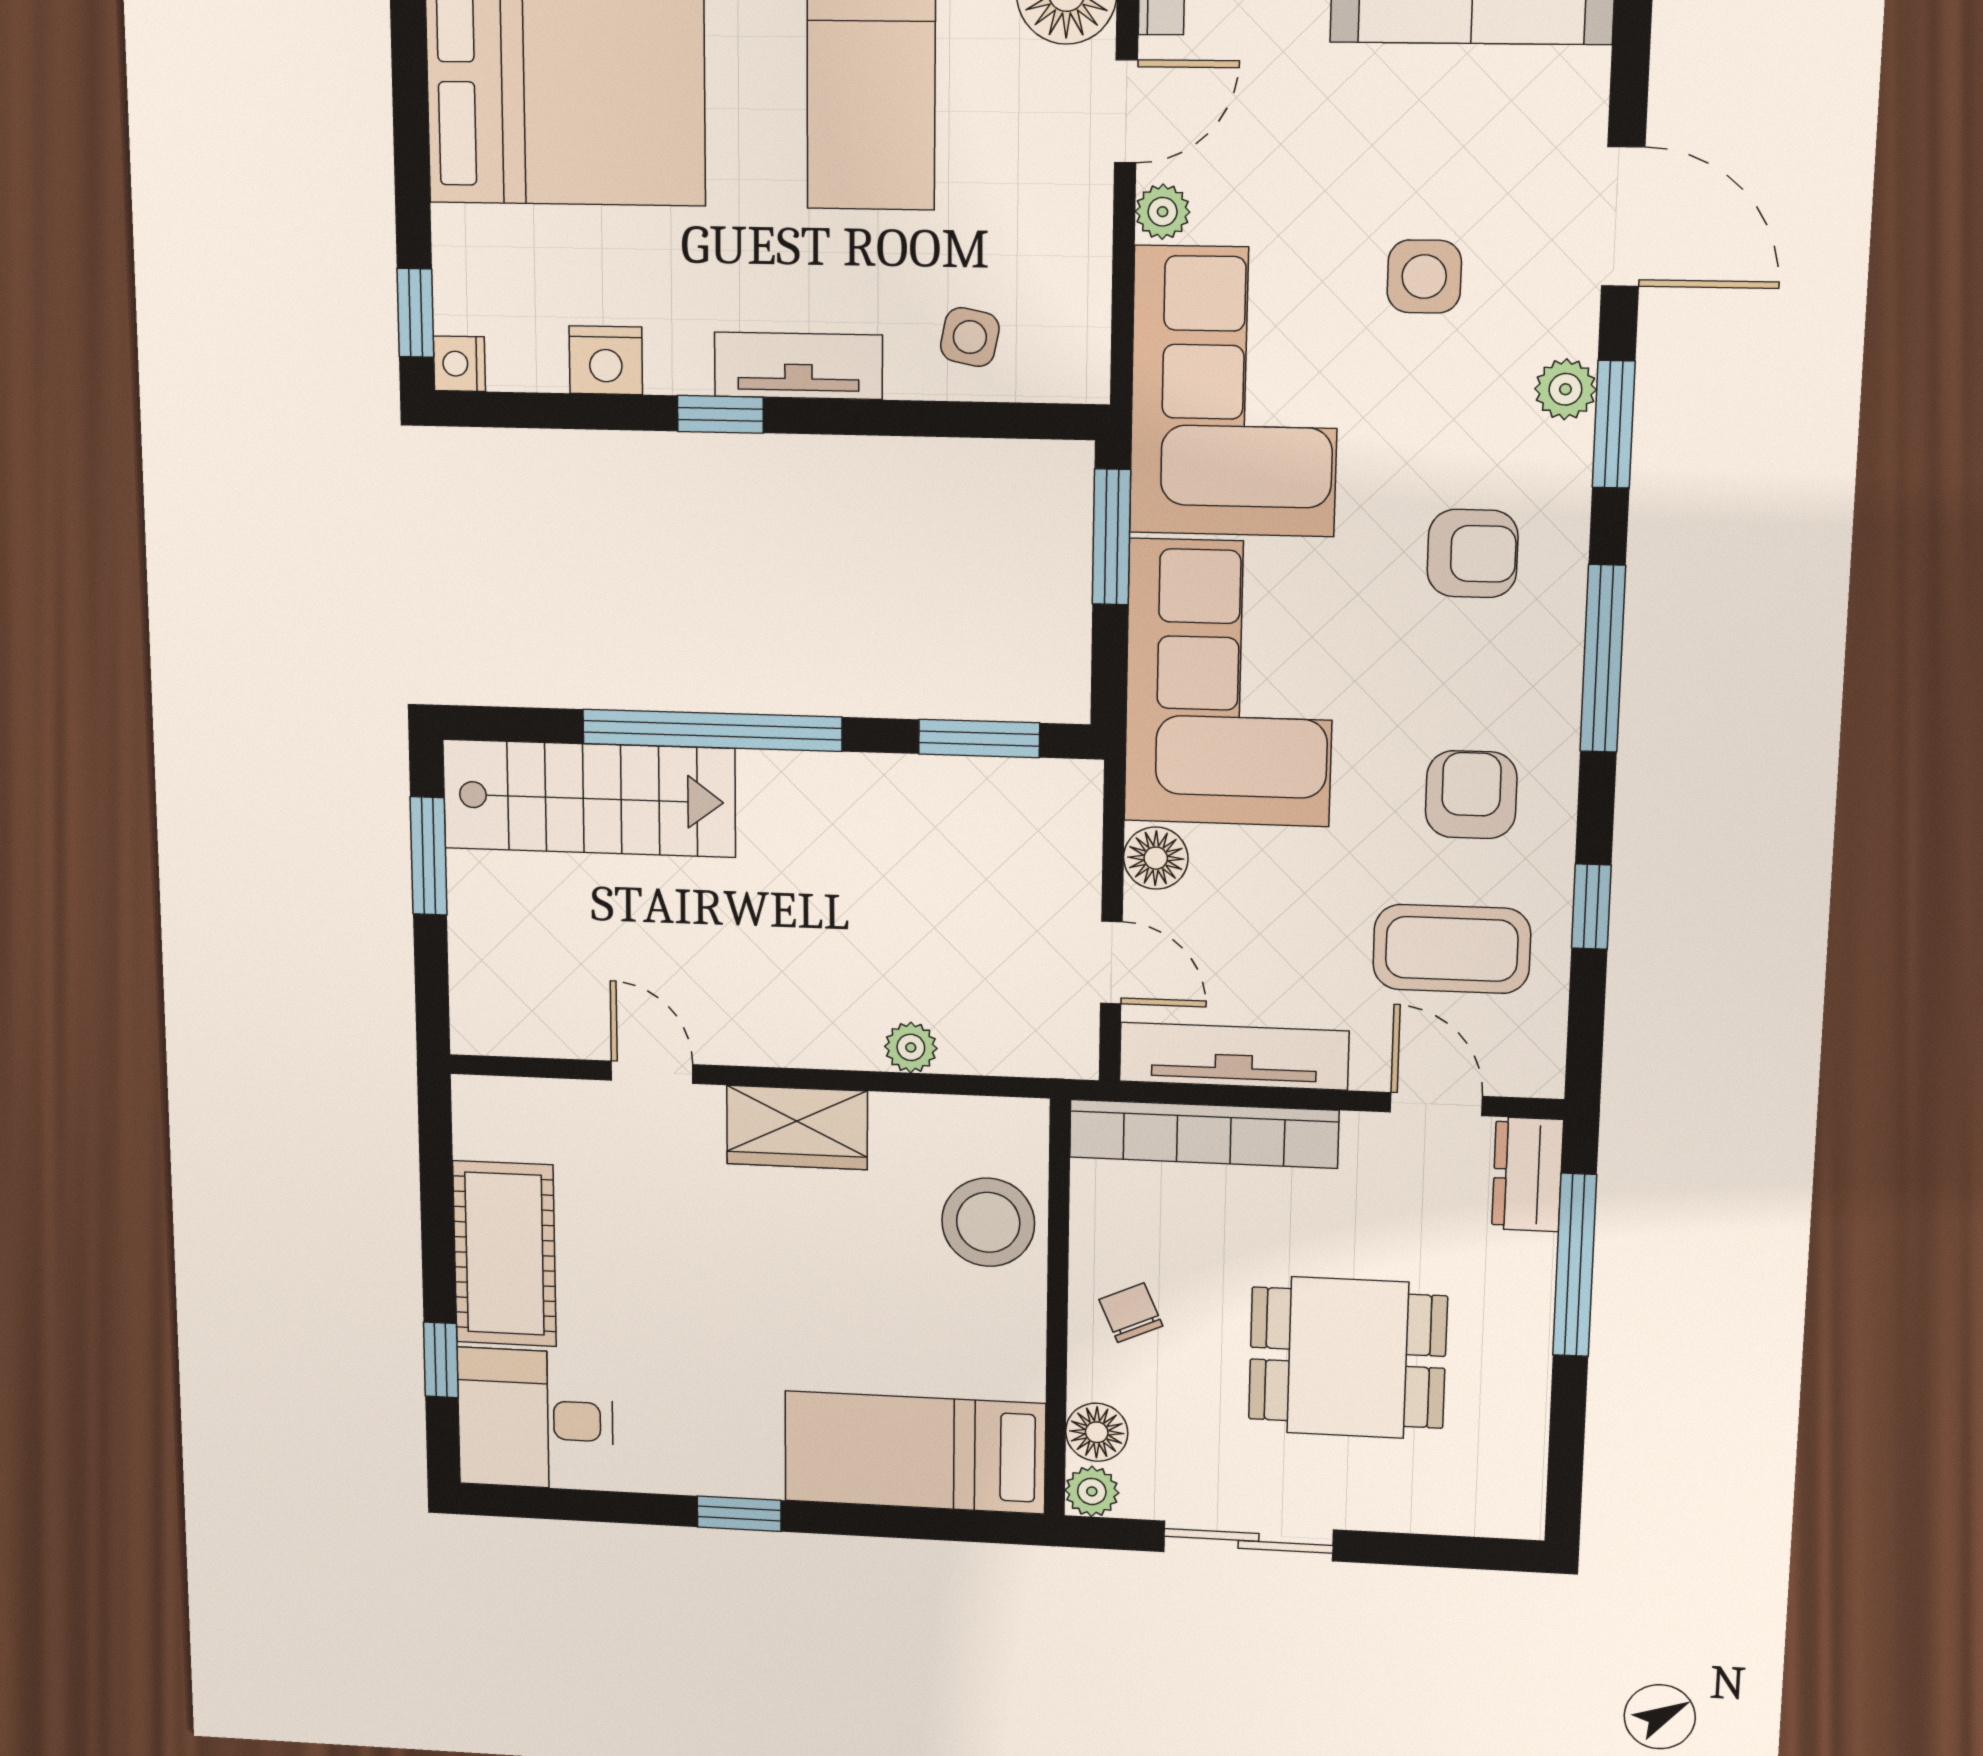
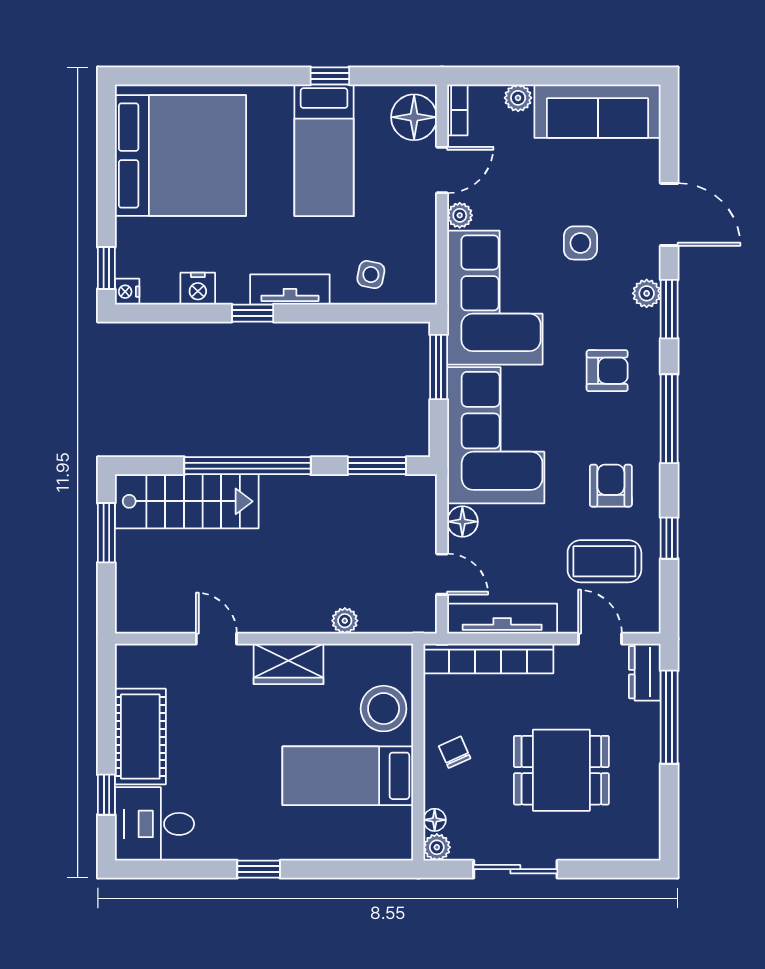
floor lamp: (1097, 1432) -> (435, 820), width x0.73, depth x0.73
bed: (915, 1452) -> (348, 776), moved

